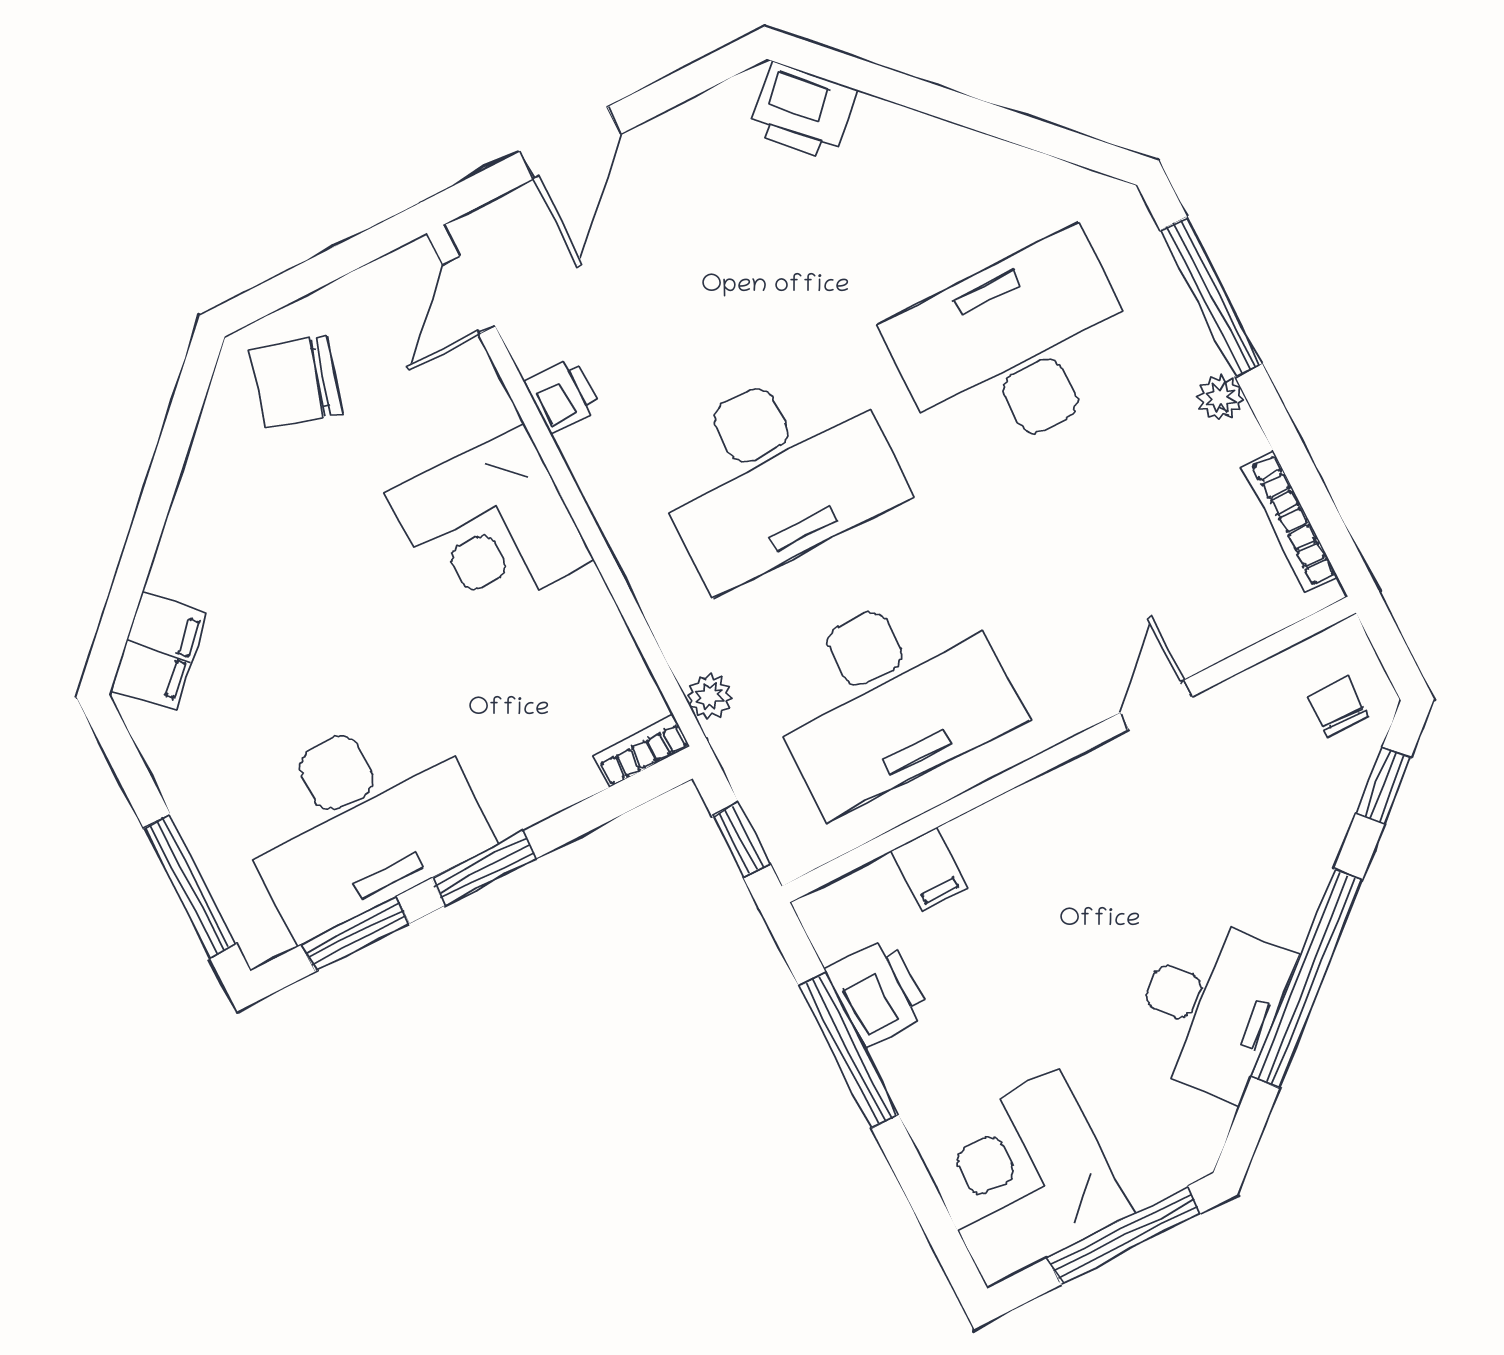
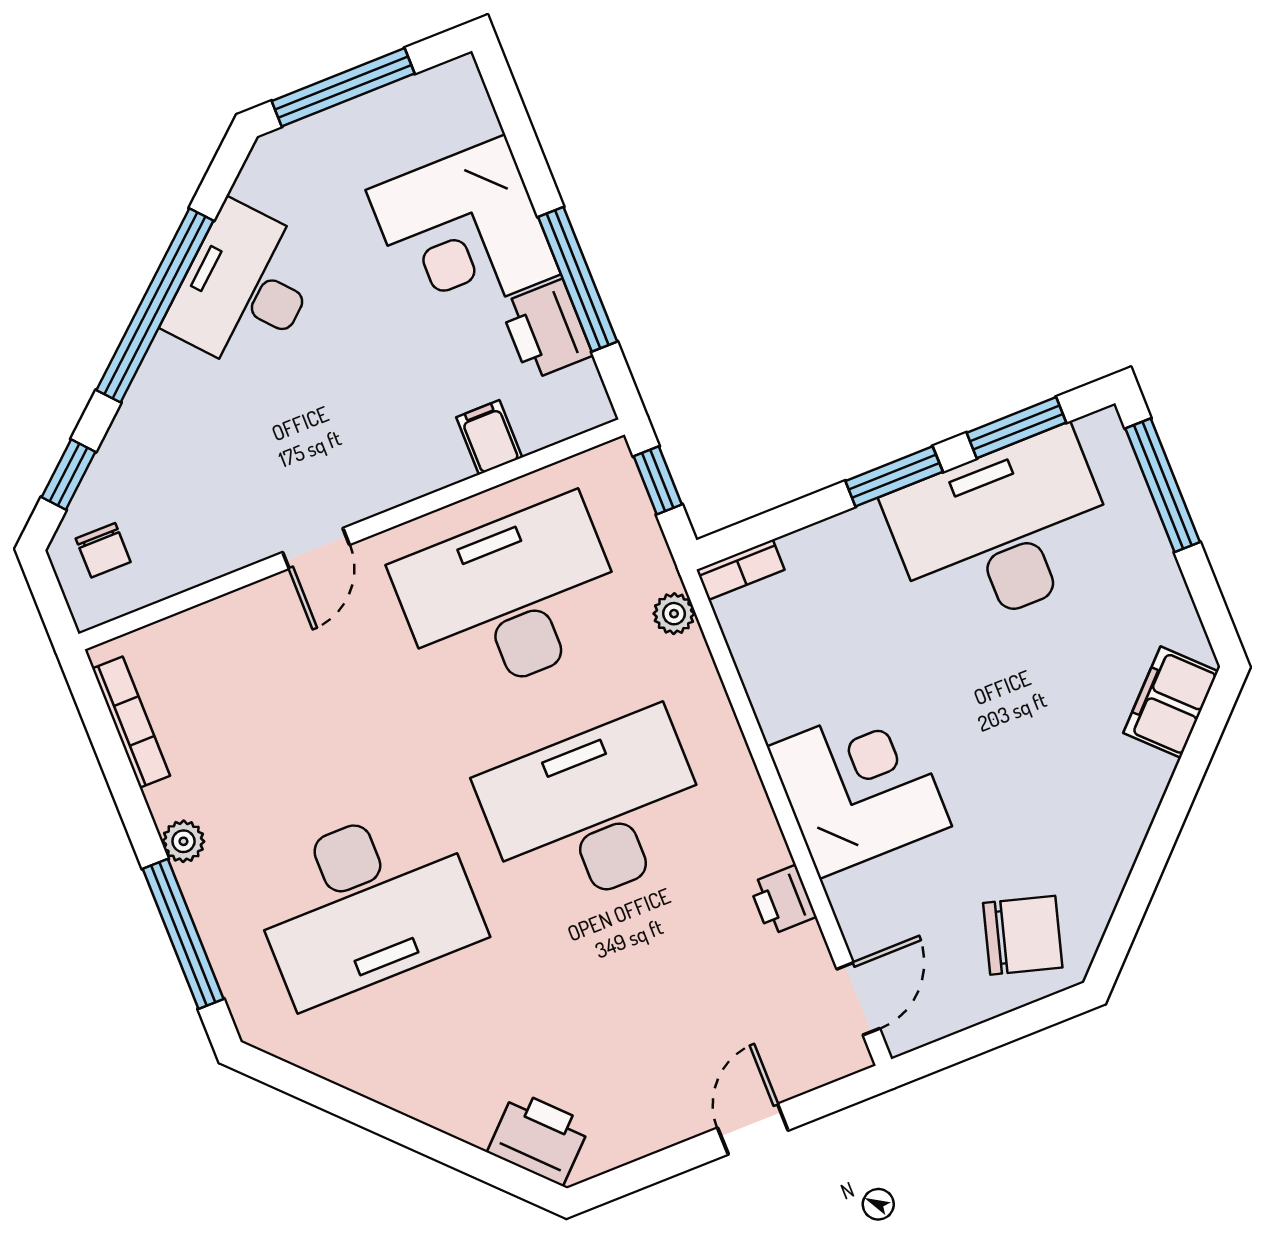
door: (570, 143) -> (753, 1129), width x0.73
door: (1156, 705) -> (316, 548), moved
corner desk: (1023, 1178) -> (463, 232), moved, turned 90

